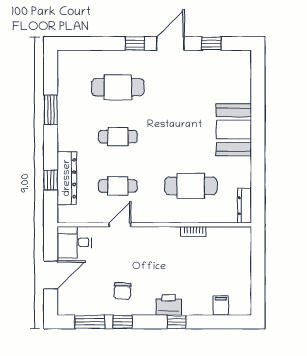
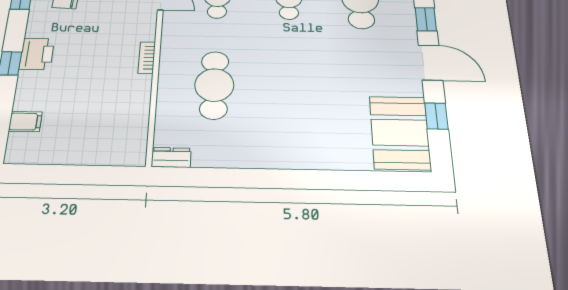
booth: (234, 130) -> (400, 133), moved, turned 90
dresser: (245, 206) -> (171, 157), width x0.70
bookcase: (193, 231) -> (147, 58), moved

